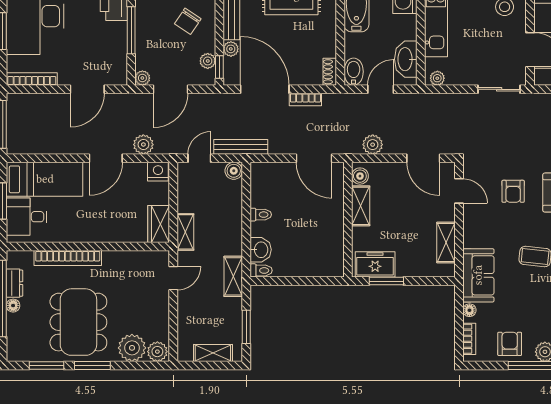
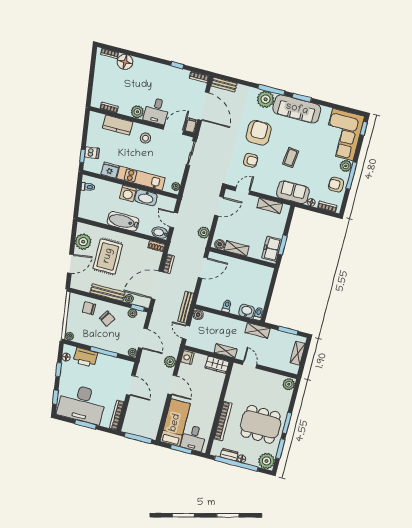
washbasin: (406, 59) -> (146, 198), moved
plant: (132, 348) -> (267, 461), moved

